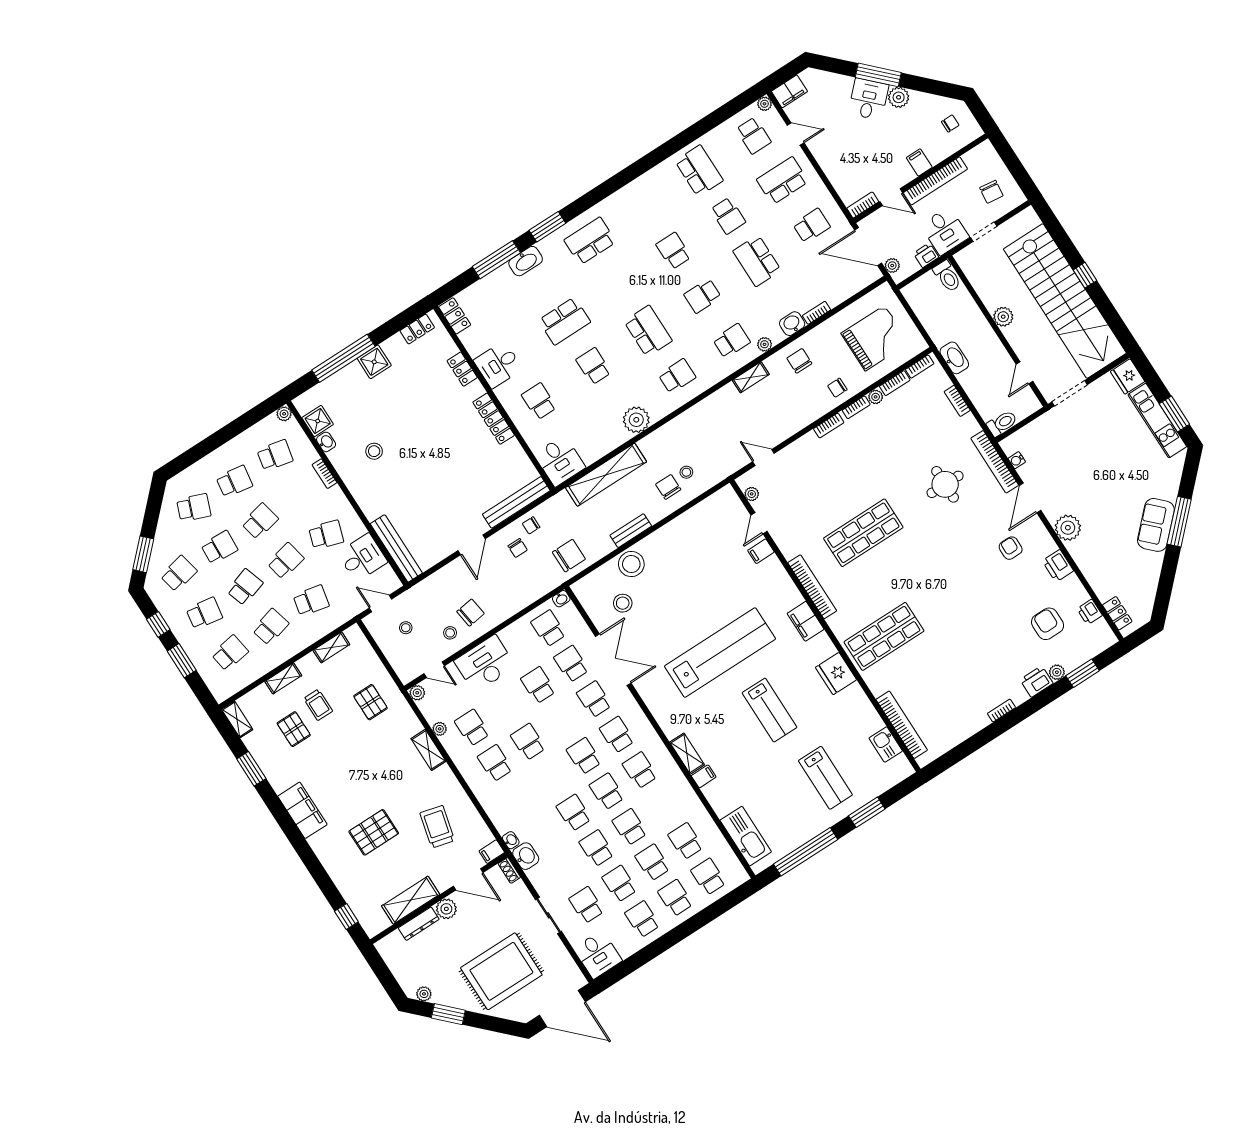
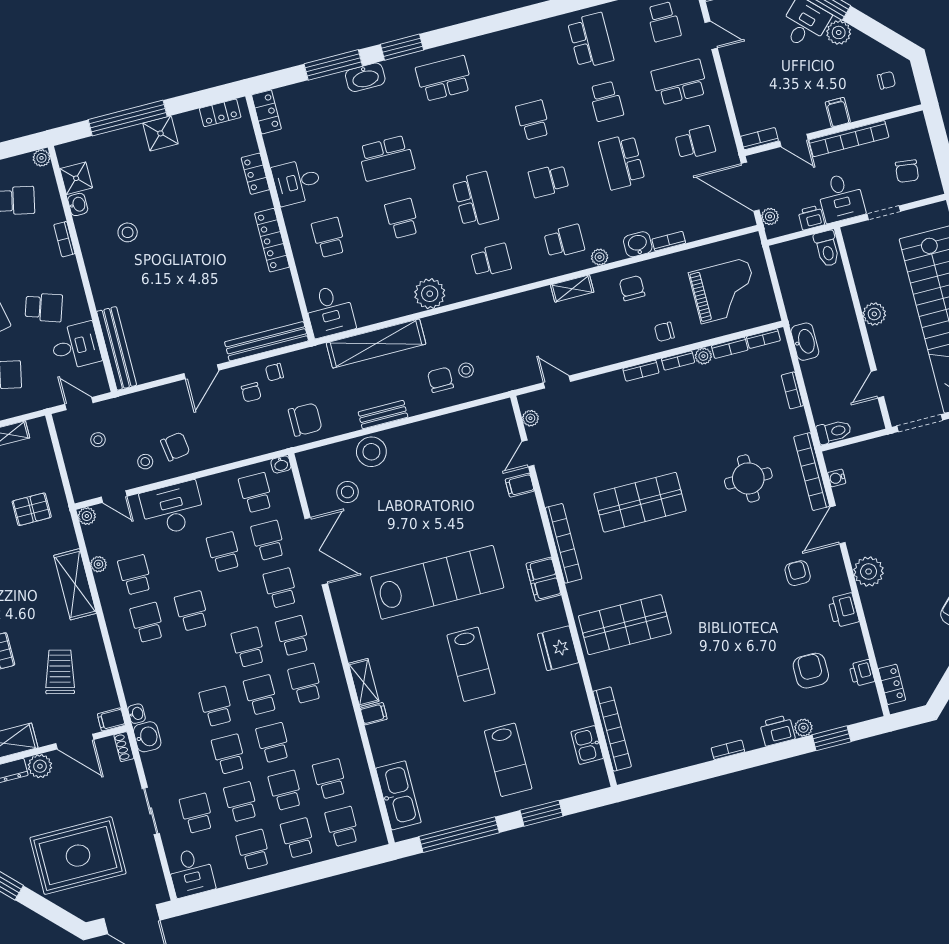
pallet: (370, 702) -> (32, 509), turned 90
shelving: (428, 750) -> (75, 584), width x1.50, depth x1.33

